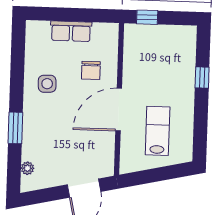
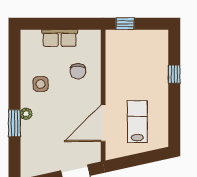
door: (119, 110) -> (103, 123), moved
plant: (27, 168) -> (26, 114), moved

